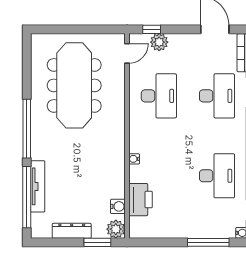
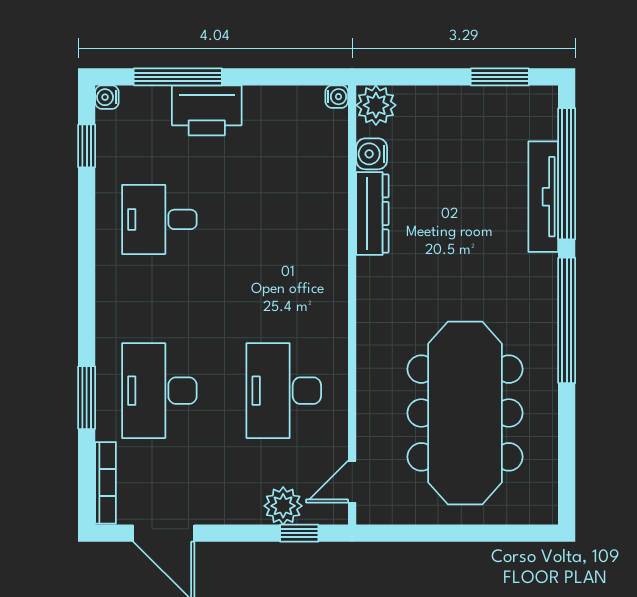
water cooler: (134, 159) -> (337, 97), moved
desk: (217, 176) -> (159, 219), width x0.73
printer: (141, 200) -> (207, 110), moved, turned -90
dresser: (72, 231) -> (372, 213), moved, turned -90
window: (97, 242) -> (500, 77), moved

